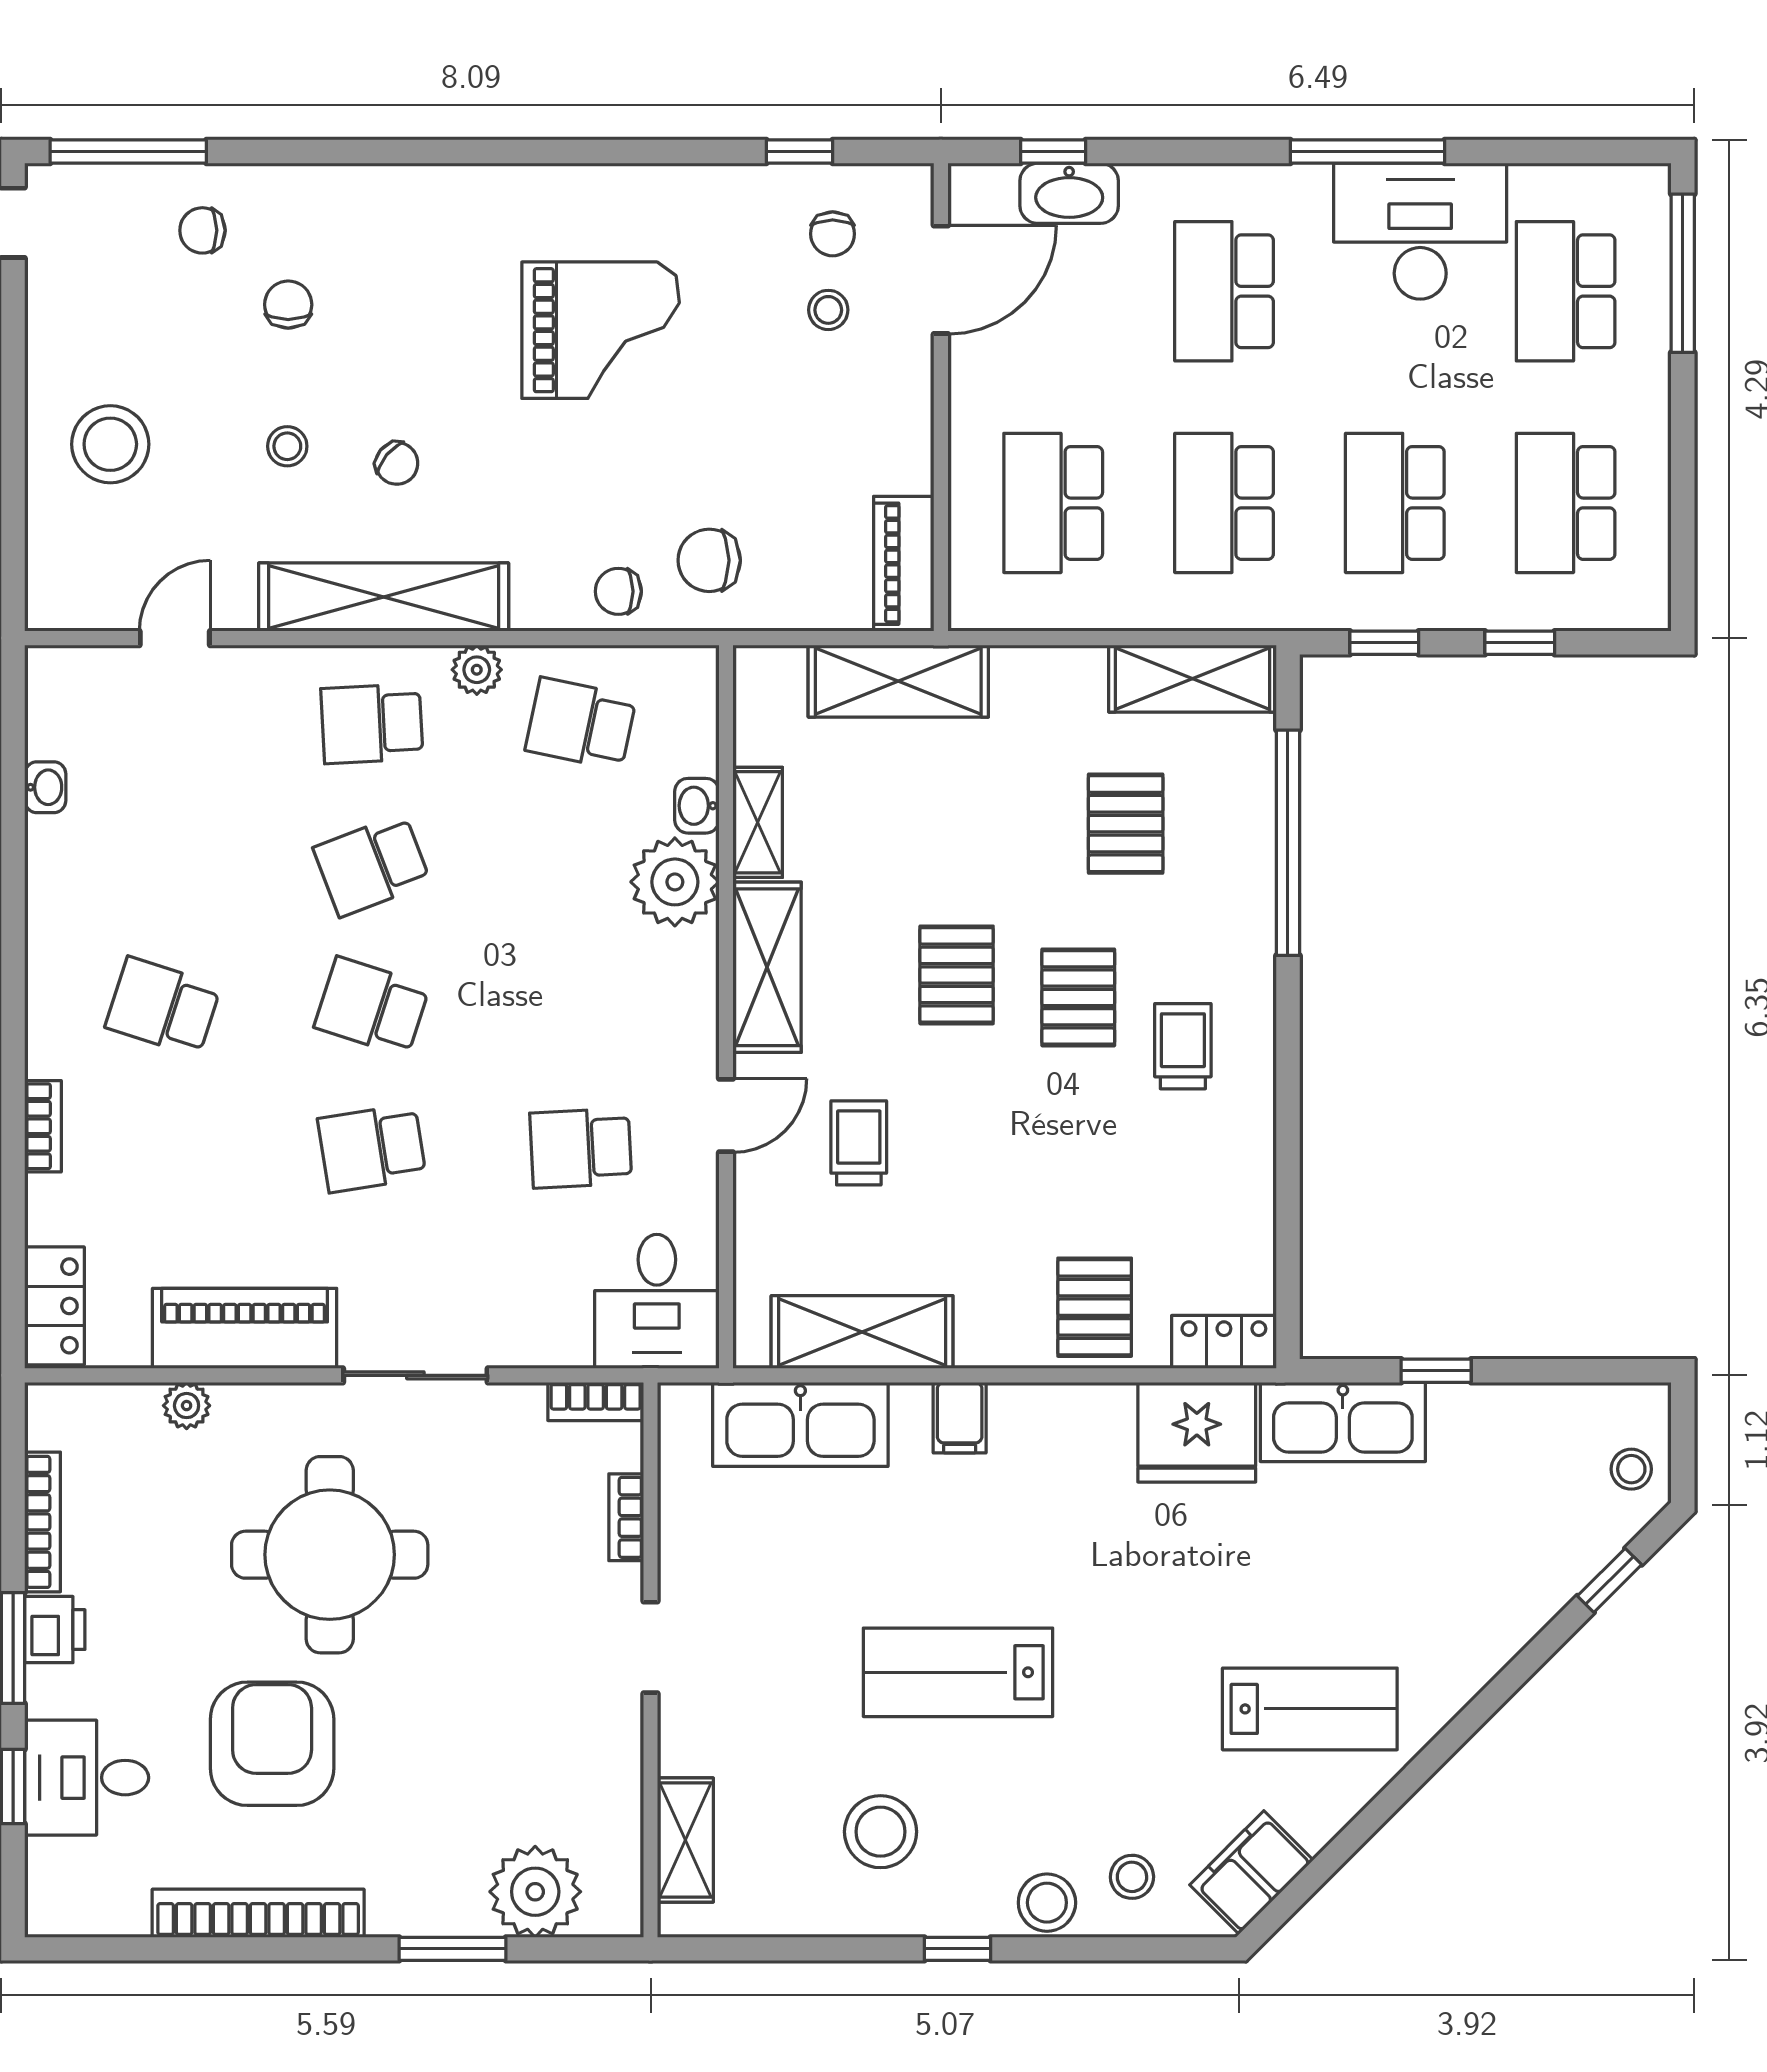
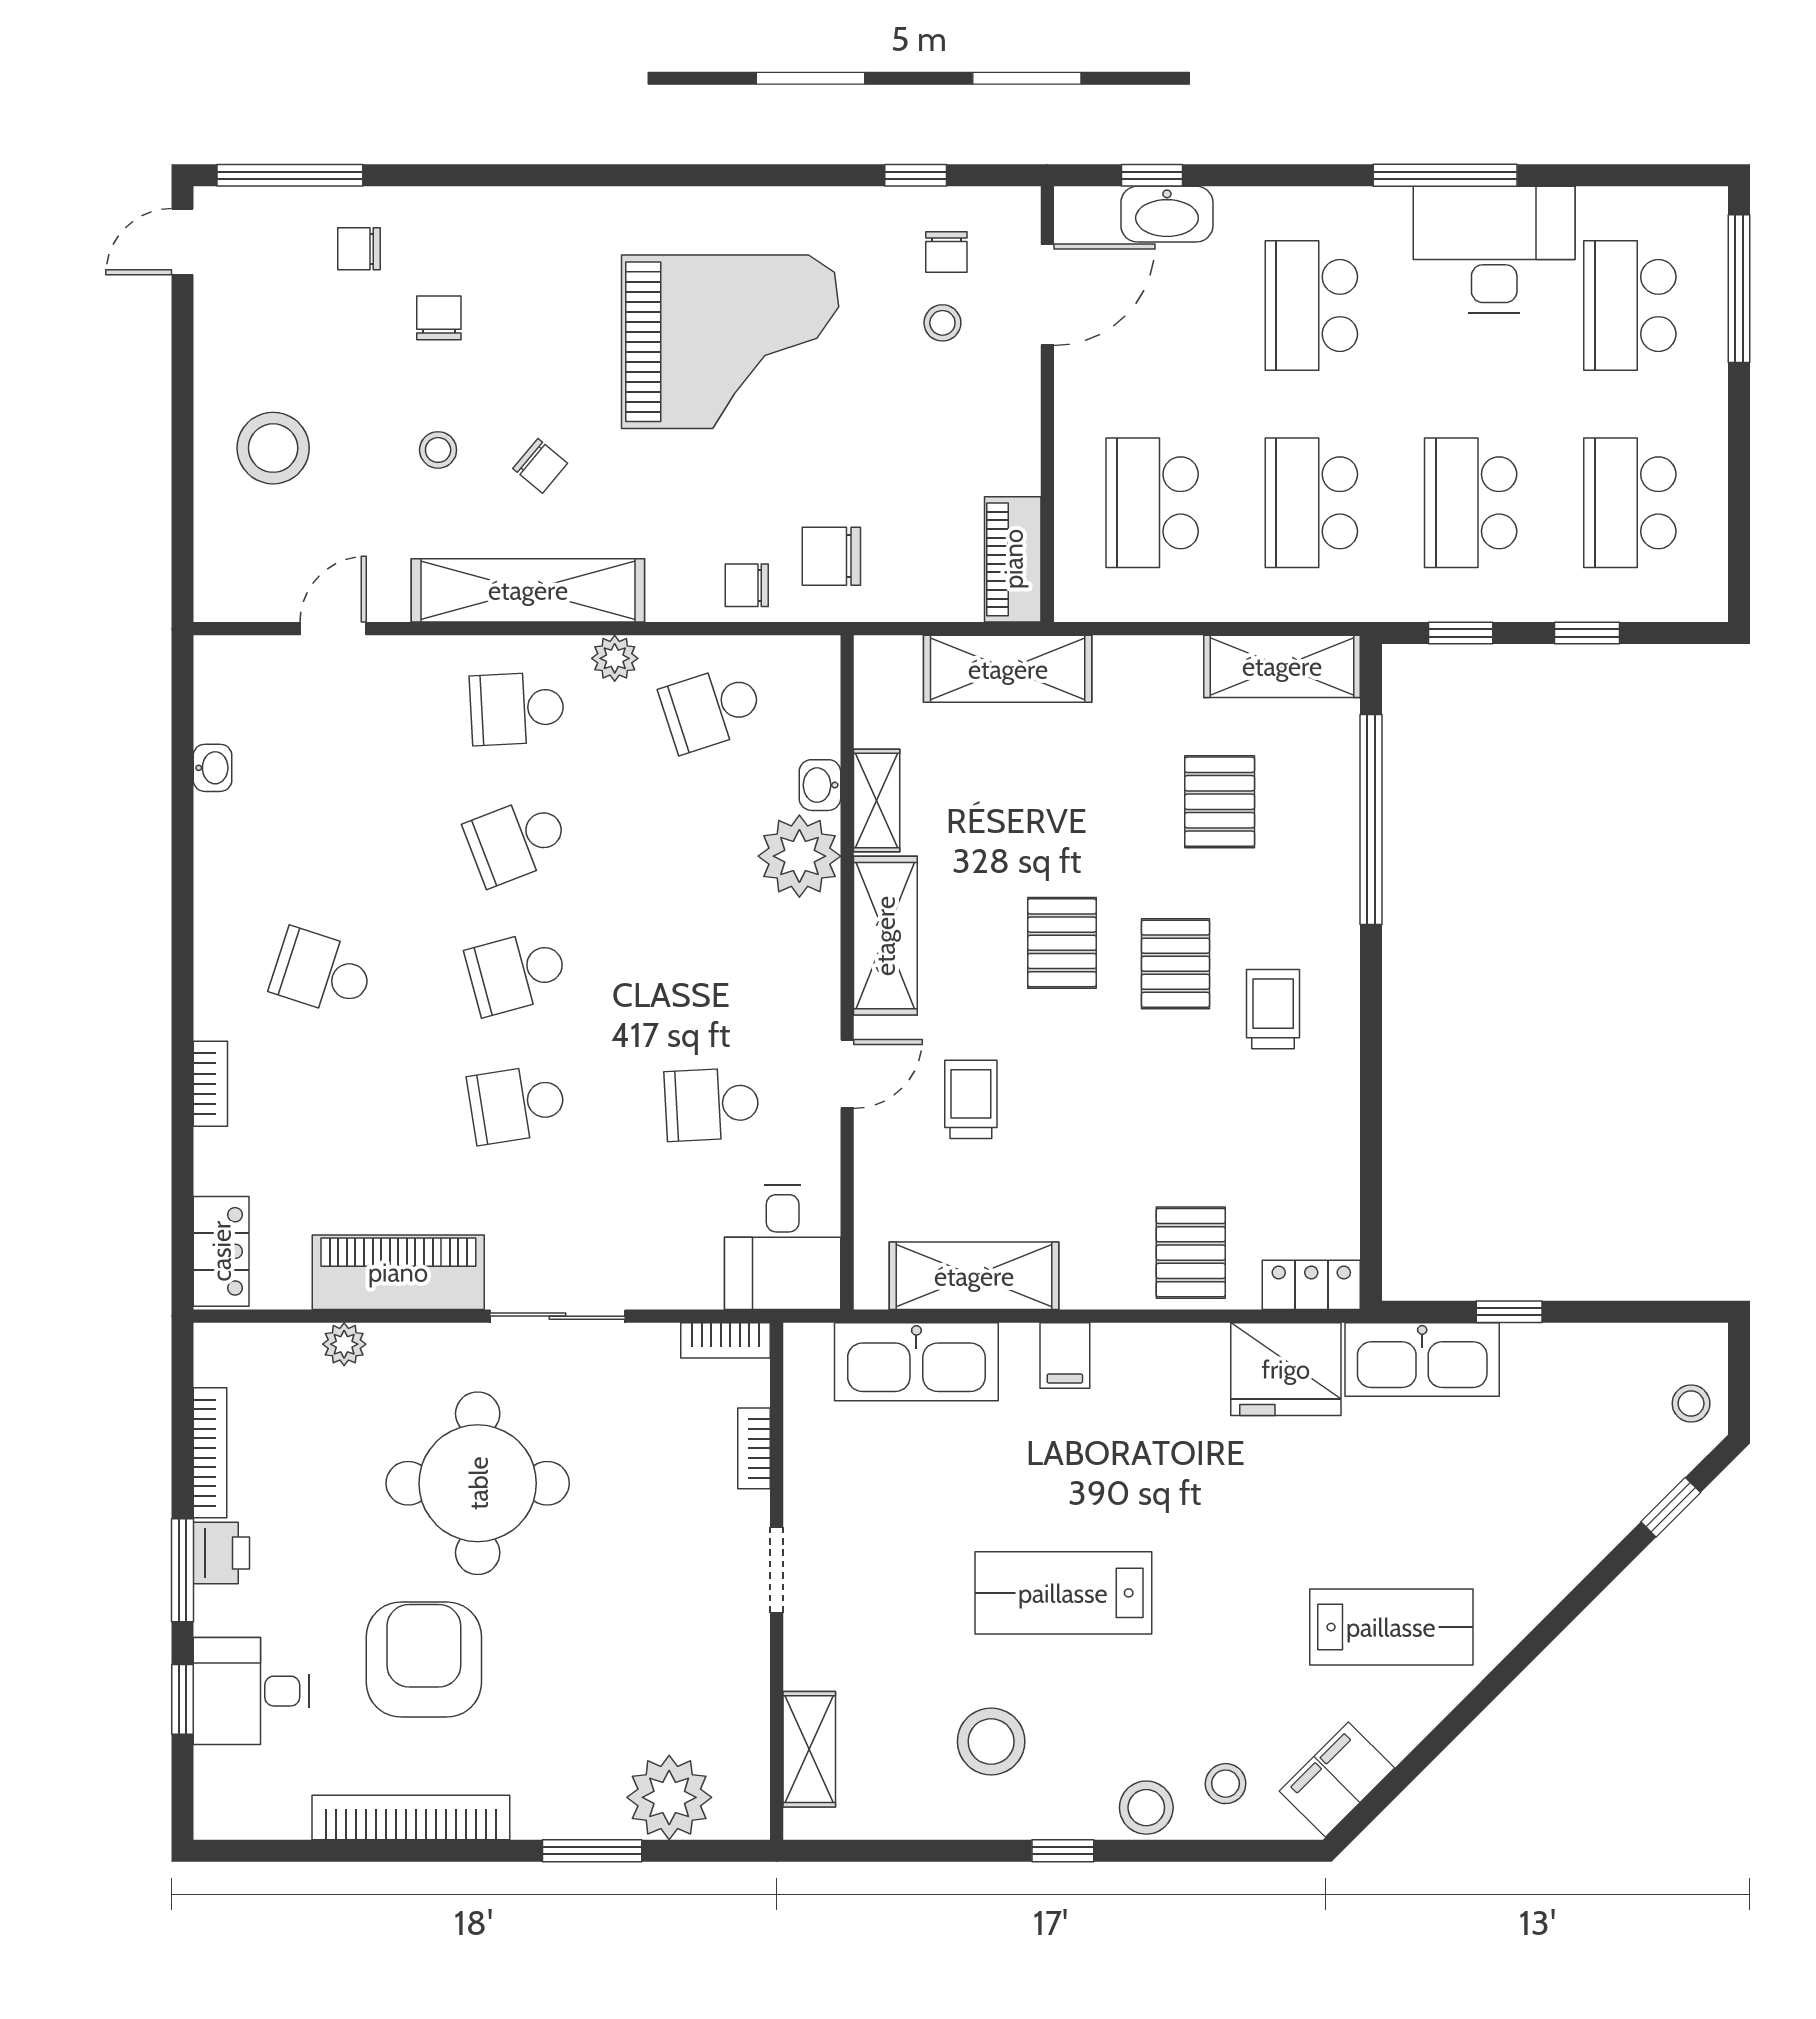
grand piano: (601, 330) -> (730, 342), width x1.37, depth x1.48
school desk: (581, 724) -> (712, 709), turned -30
school desk: (372, 1007) -> (517, 972), turned -33

